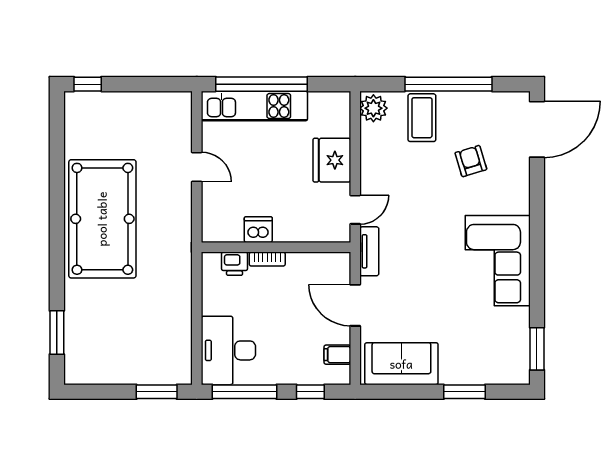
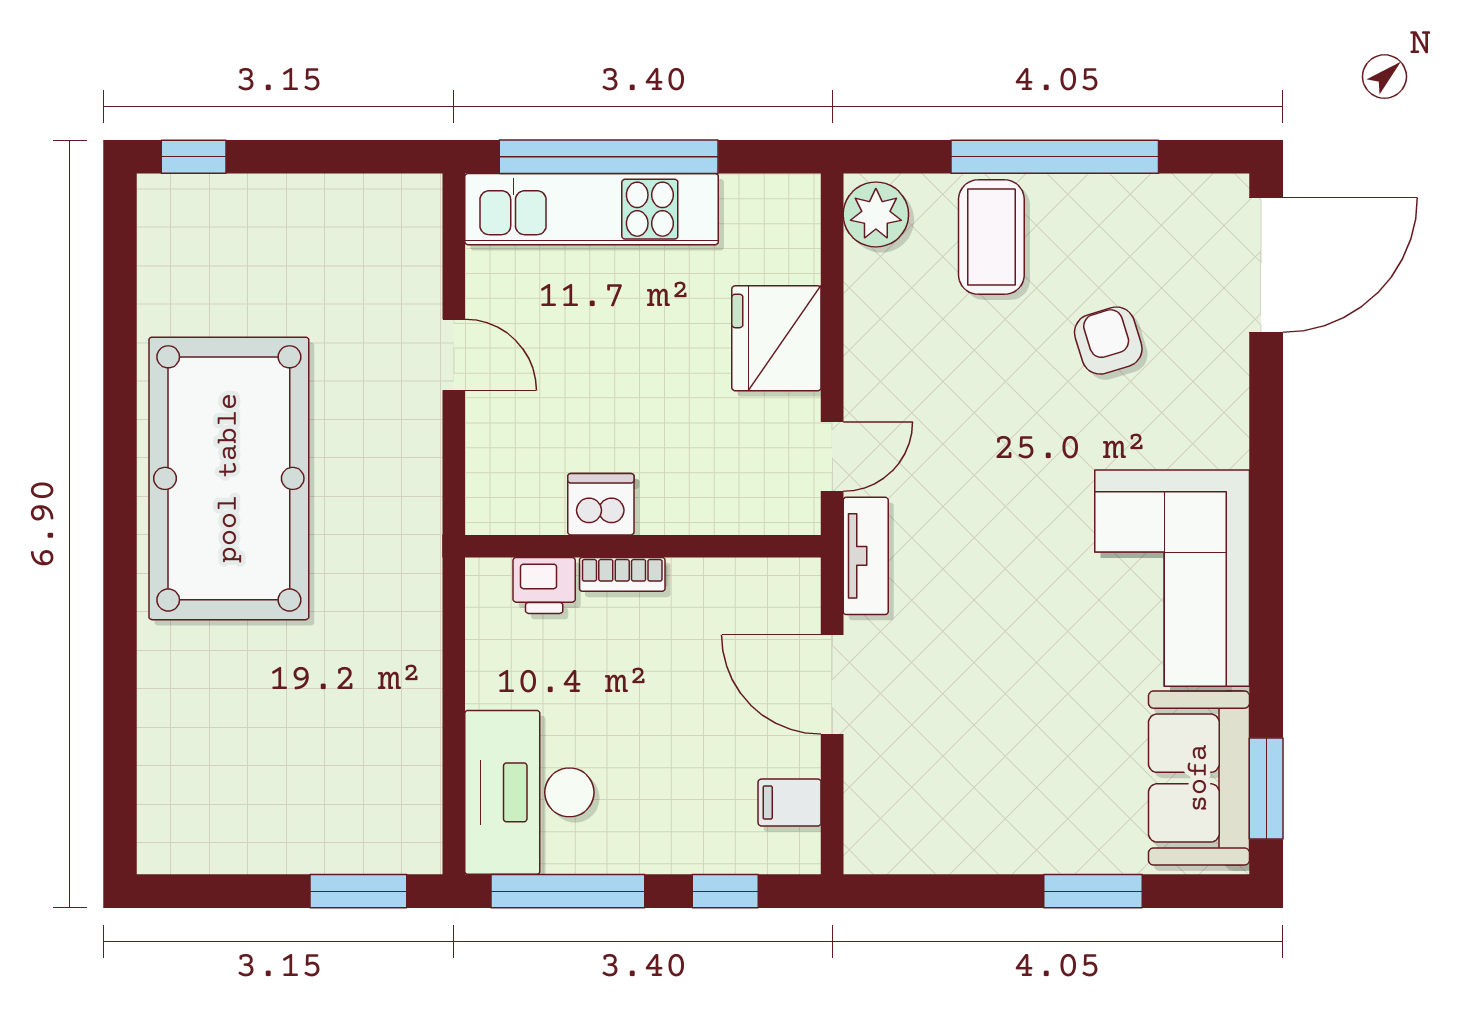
window: (57, 332) -> (120, 750), removed
sofa: (401, 364) -> (1199, 778), moved, turned -90

